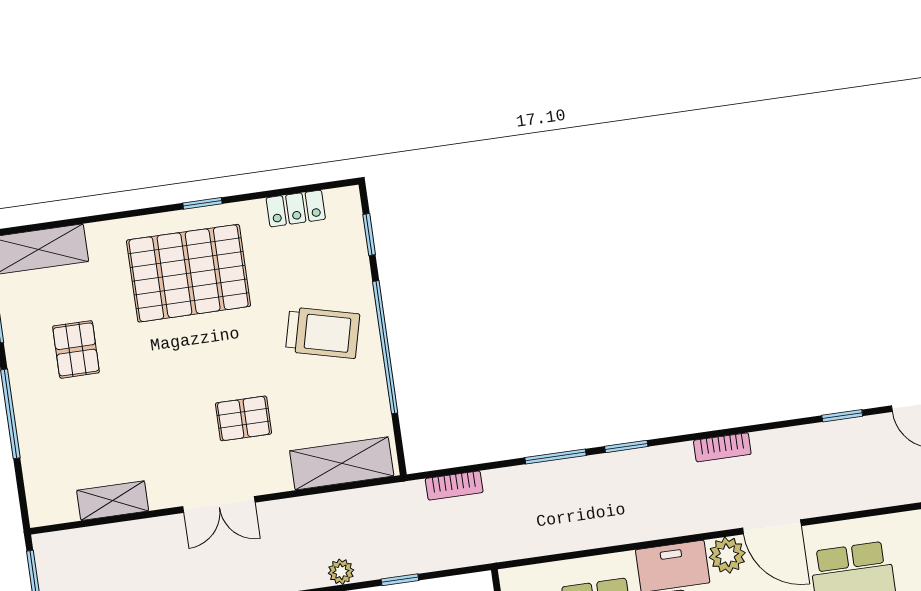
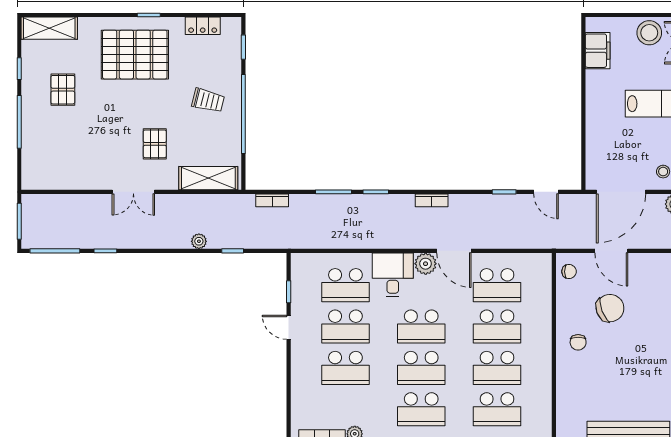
trolley: (323, 333) -> (208, 100), width x0.73, depth x0.72
pallet: (243, 418) -> (155, 144), turned 90
shelving: (113, 501) -> (72, 181), removed

